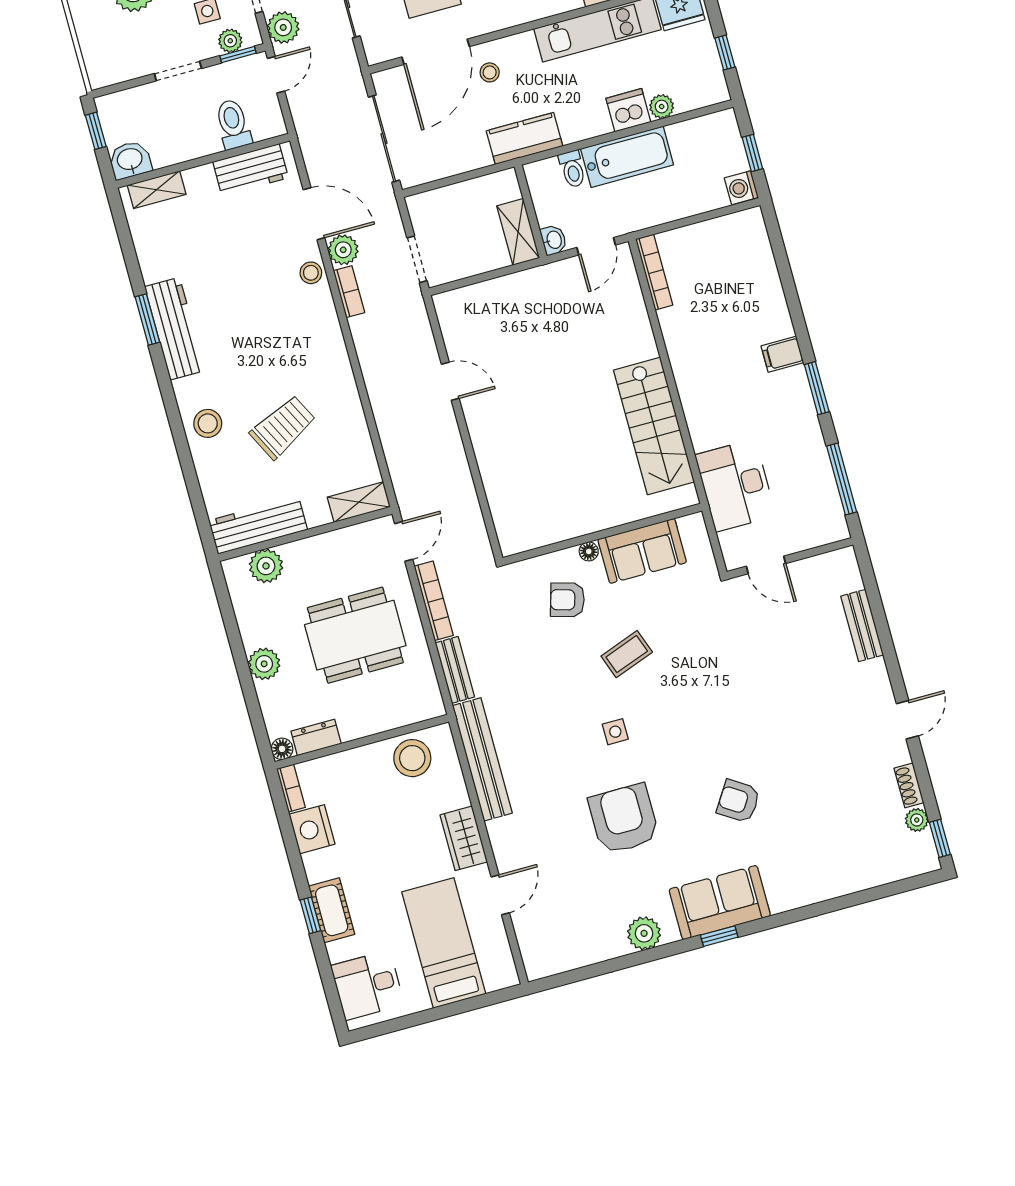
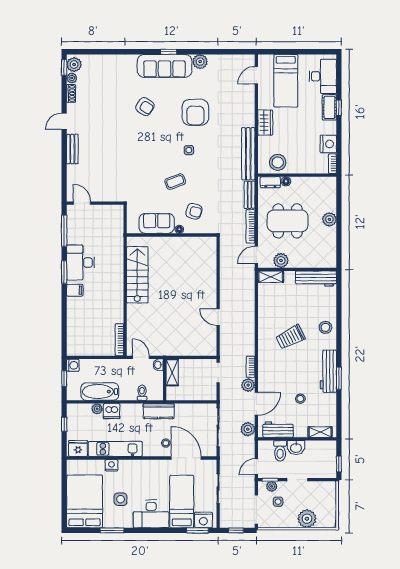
plant: (283, 27) -> (248, 429), moved
door: (436, 52) -> (186, 458), hinge flipped
bathtub: (627, 157) -> (100, 392), moved
washbasin: (130, 160) -> (296, 448), moved
door: (314, 214) -> (256, 404), swing flipped
door: (596, 246) -> (141, 357), hinge flipped
stool: (311, 273) -> (300, 399), moved
trolley: (283, 427) -> (290, 337), moved
desk: (735, 485) -> (80, 262), moved, turned 180
door: (766, 565) -> (82, 203), moved
plant: (266, 566) -> (281, 260), moved
bench: (862, 625) -> (72, 149), moved
dresser: (316, 737) -> (270, 182), moved
floor lamp: (282, 749) -> (286, 181), moved
plant: (920, 851) -> (74, 65), added
door: (500, 895) -> (256, 75), moved
sofa: (720, 903) -> (165, 66), width x1.36
desk: (368, 985) -> (323, 76), width x1.37

